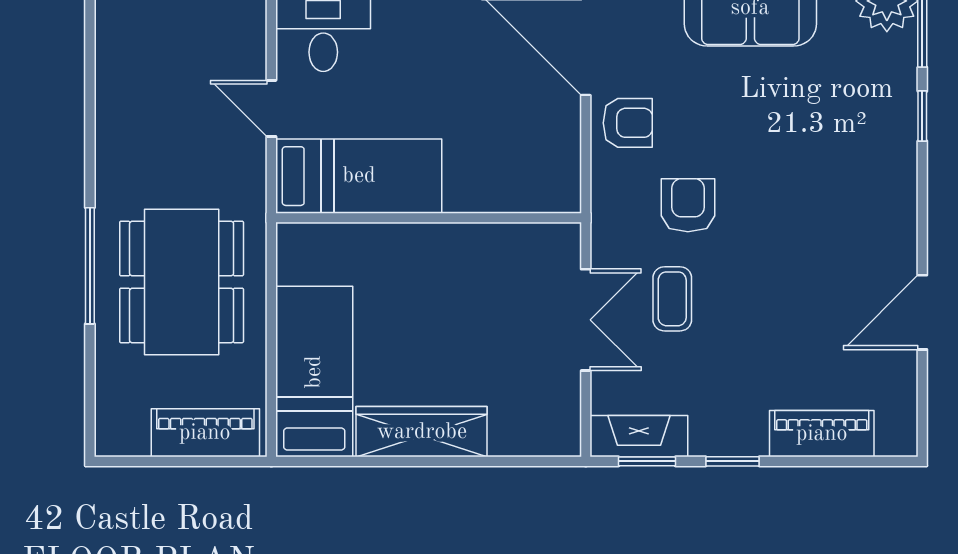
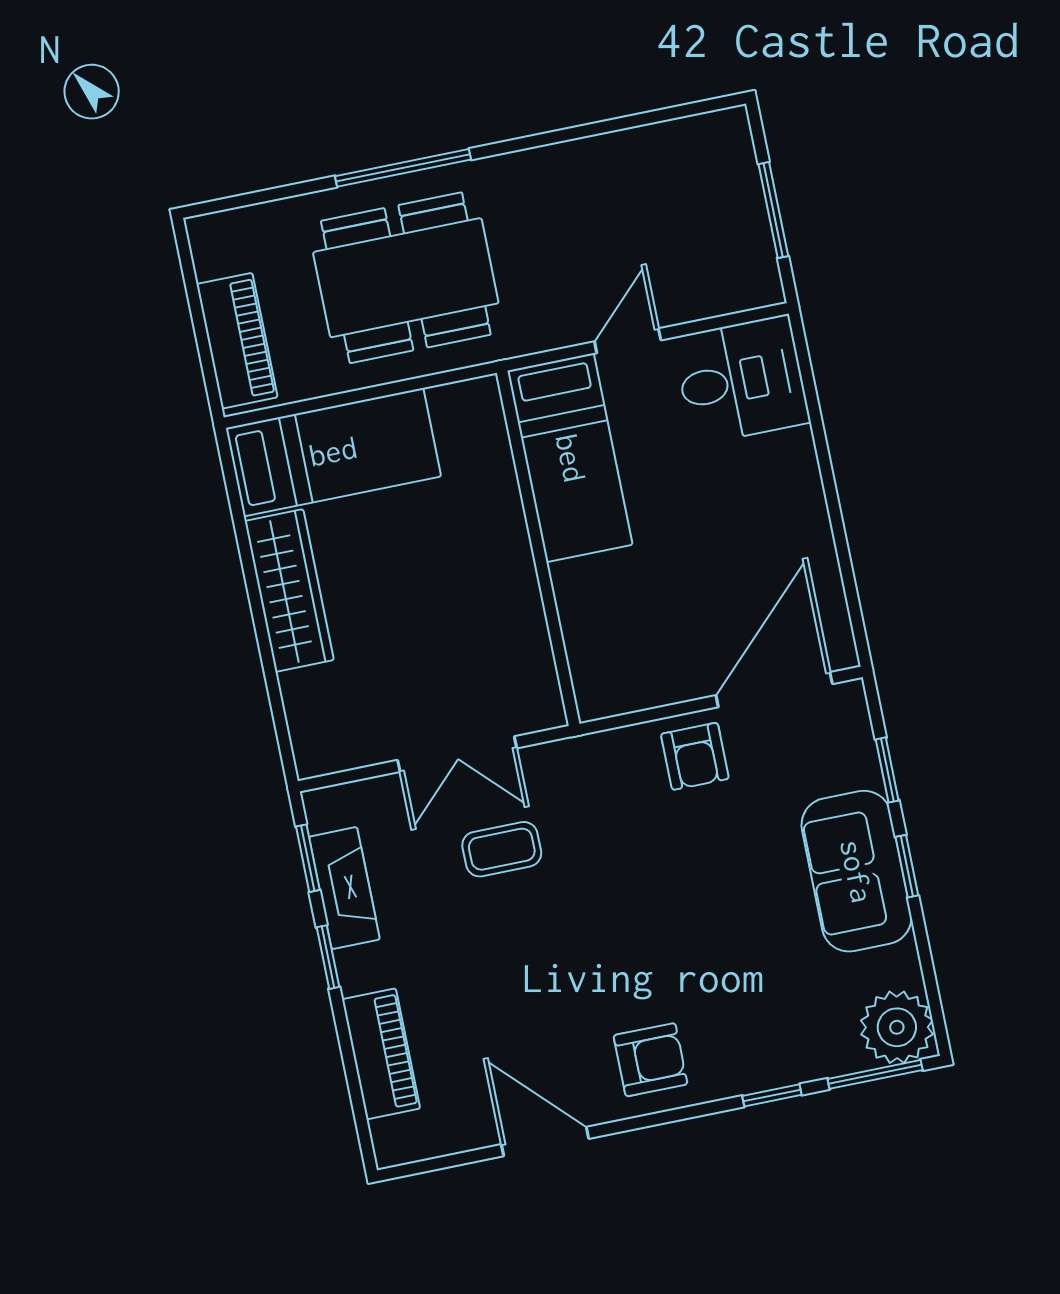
armchair: (688, 205) -> (650, 1060), moved
fireplace: (639, 436) -> (344, 888), moved

